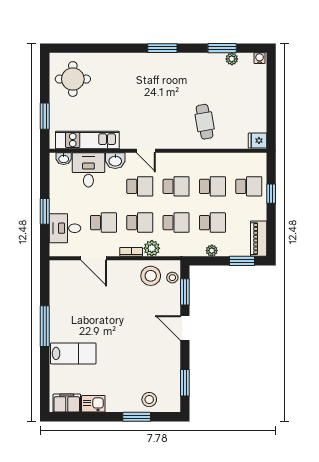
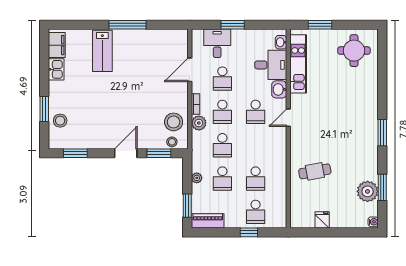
plant: (232, 59) -> (368, 191), width x1.88, depth x1.88
fridge: (257, 141) -> (322, 220), moved
school desk: (176, 186) -> (256, 145), removed

